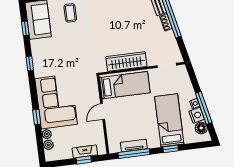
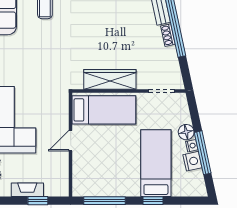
floor lamp: (201, 128) -> (186, 132), moved
tv unit: (134, 145) -> (106, 190), removed
fireplace: (85, 152) -> (27, 190), moved

